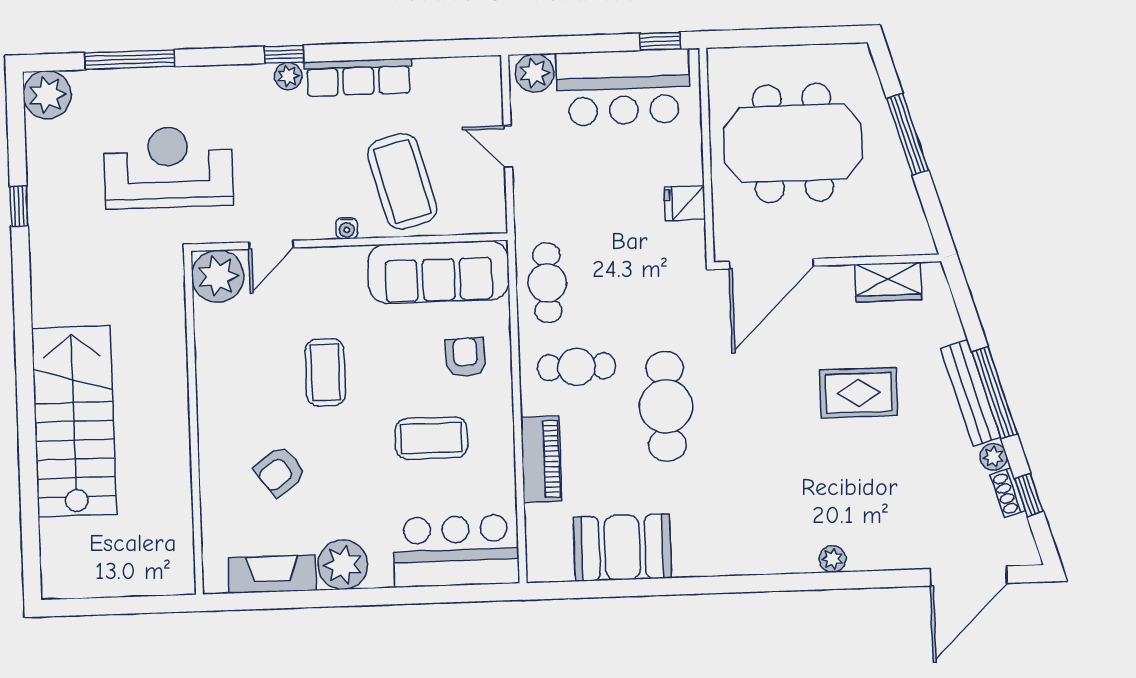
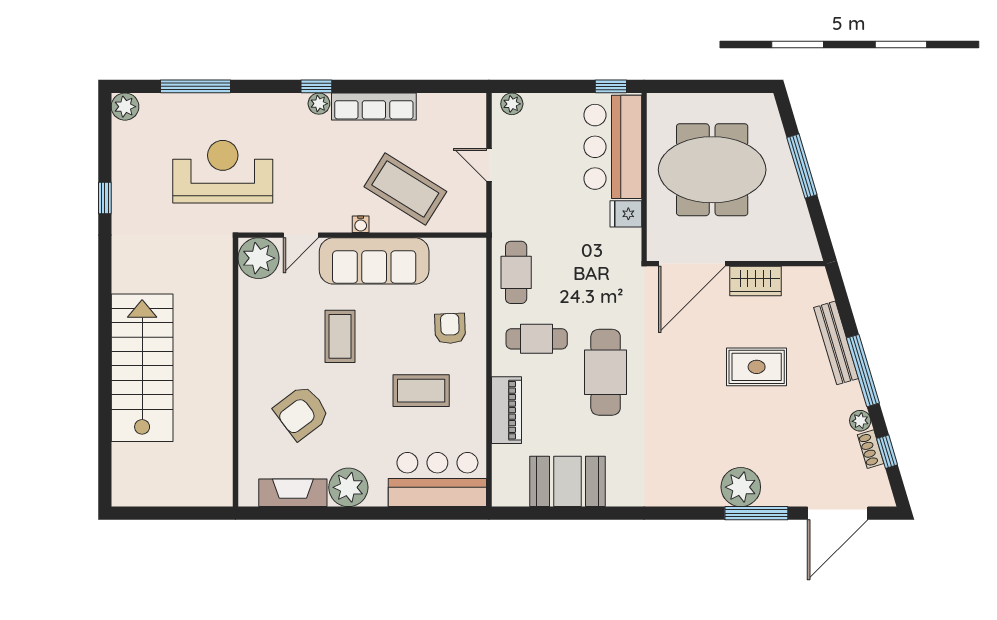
plant: (535, 73) -> (512, 104), width x0.73, depth x0.73
bar counter: (623, 87) -> (613, 147), moved, turned 90
plant: (47, 95) -> (125, 107), width x0.73, depth x0.73
coffee table: (402, 181) -> (405, 189), turned -43
sofa: (438, 272) -> (374, 261), moved
wardrobe: (888, 282) -> (755, 281), moved
bench: (971, 393) -> (836, 343), moved
armchair: (280, 471) -> (302, 413), width x1.38, depth x1.38
plant: (832, 559) -> (741, 487), width x1.88, depth x1.88
window: (865, 580) -> (756, 513), added

